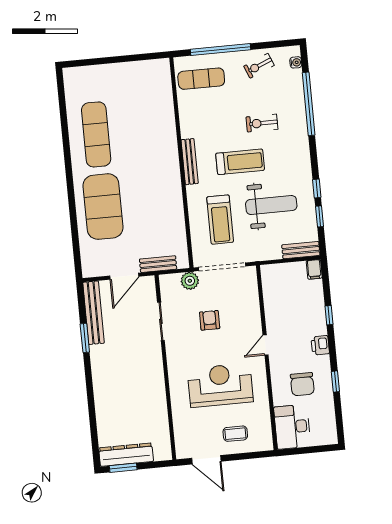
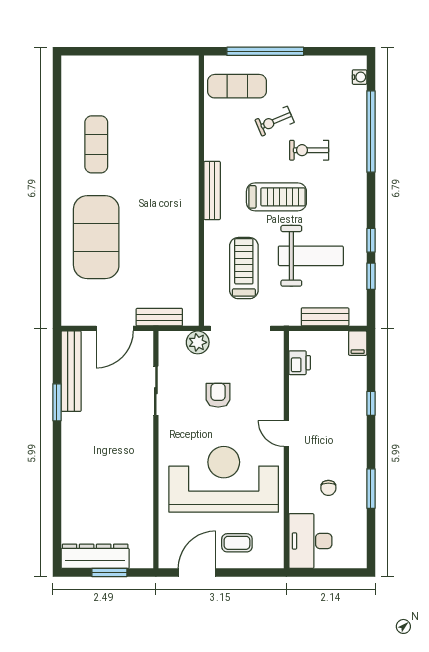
exercise bike: (259, 66) -> (275, 121), moved
exercise mat: (96, 134) -> (96, 144), width x0.73, depth x0.69
treadmill: (220, 220) -> (244, 268), turned 180
bench: (301, 250) -> (325, 317), moved
door: (266, 345) -> (286, 433), hinge flipped
printer: (320, 345) -> (300, 363), moved, turned 180
window: (335, 381) -> (371, 489), width x1.50
chair: (302, 384) -> (328, 488), width x0.54, depth x0.54
reception desk: (220, 385) -> (224, 479), width x1.36, depth x1.30
door: (206, 460) -> (197, 572), swing flipped
window: (123, 468) -> (109, 572), moved

